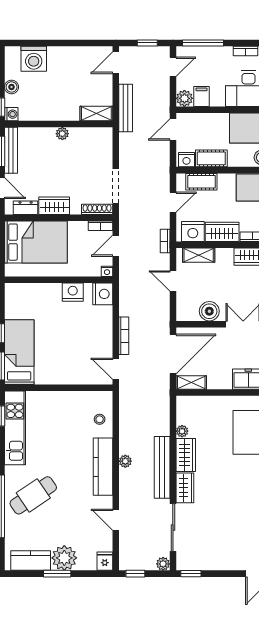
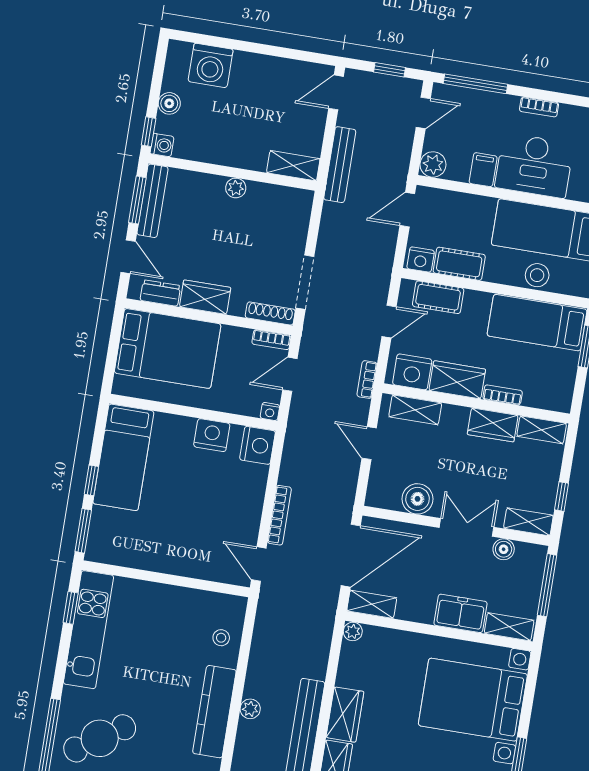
filing cabinet: (202, 96) -> (483, 170), moved
bed: (19, 352) -> (123, 457), moved, turned 180
plant: (182, 431) -> (353, 631), moved

